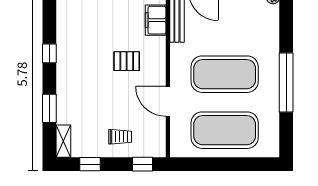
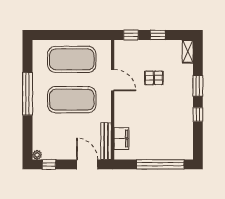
pallet: (127, 61) -> (154, 78), moved
window: (49, 108) -> (198, 86), moved
trolley: (120, 137) -> (147, 55), removed
window: (90, 164) -> (158, 35), moved

